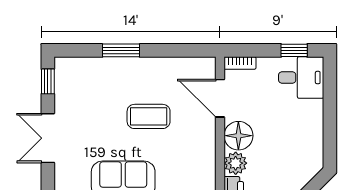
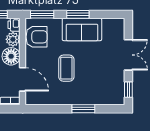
coffee table: (149, 116) -> (66, 68), turned 90
armchair: (197, 167) -> (37, 37), added

